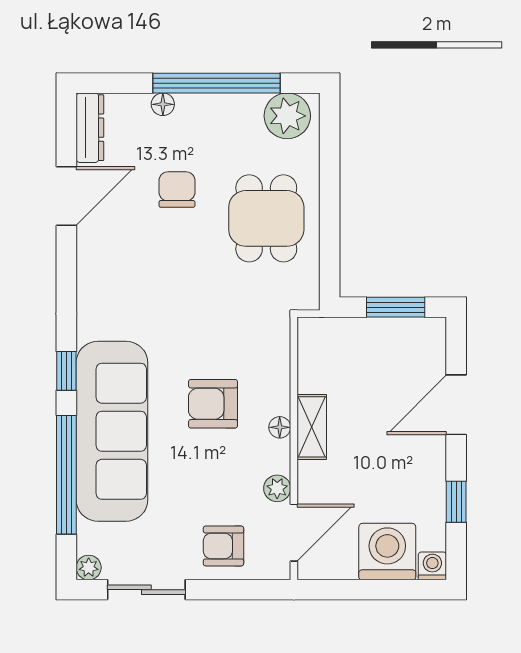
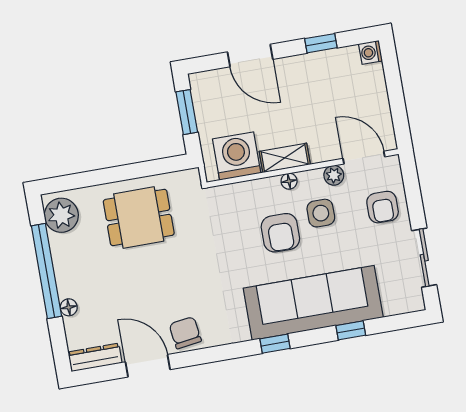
chair: (177, 190) -> (185, 333), moved, turned 82
side table: (230, 462) -> (321, 213), added
window: (66, 475) -> (351, 330), width x0.32
washing machine: (387, 552) -> (237, 156), moved, turned 90
plant: (89, 568) -> (415, 302), removed

